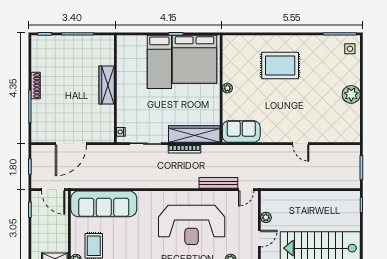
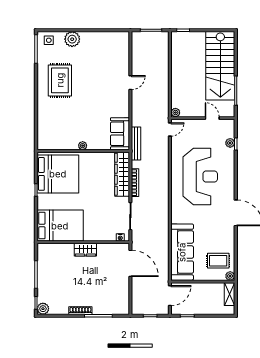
plant: (38, 42) -> (43, 309), added
bed: (159, 62) -> (60, 226), moved, width x1.50
rug: (280, 66) -> (60, 80), moved
wardrobe: (107, 85) -> (85, 250), width x0.67
plant: (351, 94) -> (72, 39), moved
door: (71, 144) -> (130, 263), moved
bench: (218, 183) -> (136, 143), moved
door: (246, 190) -> (170, 129), hinge flipped
plant: (266, 217) -> (175, 113), moved

